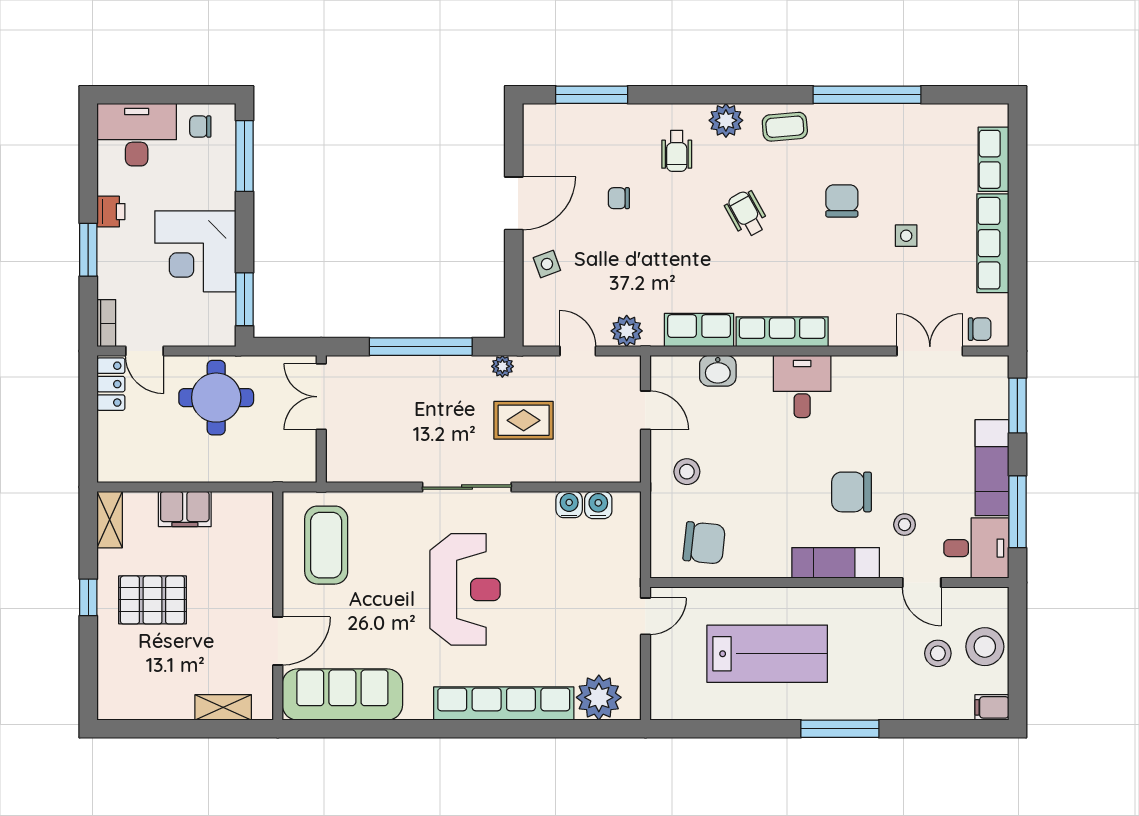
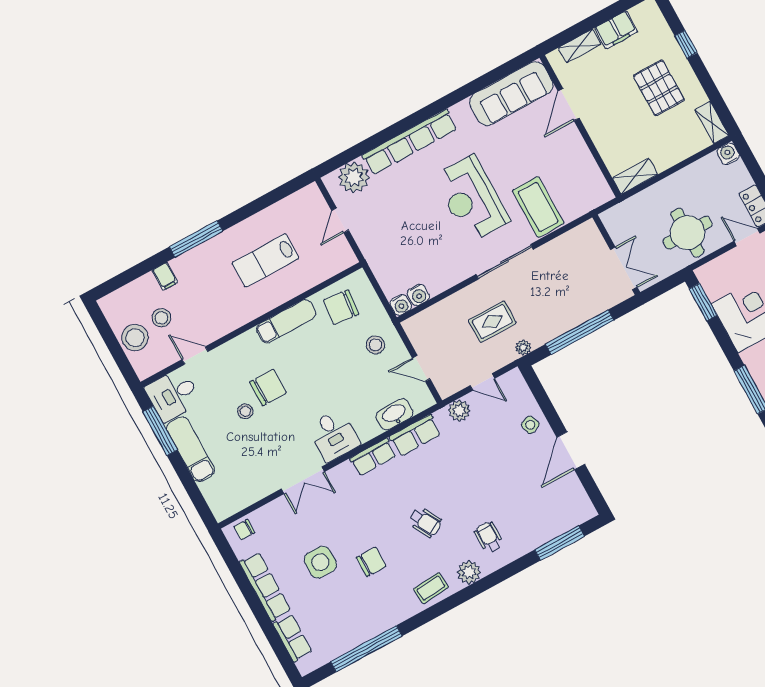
window: (867, 95) -> (366, 649), moved
chair: (619, 198) -> (508, 489), removed
chair: (842, 201) -> (371, 562), turned -90
side table: (906, 236) -> (320, 562), width x1.87, depth x1.87
row of seats: (782, 332) -> (373, 457), width x0.68
double door: (930, 351) -> (303, 480), moved
washbasin: (718, 371) -> (395, 414), width x1.38
window: (1017, 406) -> (196, 496), removed
water cooler: (111, 469) -> (728, 154), added
shelving: (243, 505) -> (635, 176), added
water cooler: (569, 505) -> (401, 305), moved
filing cabinet: (185, 509) -> (616, 30), moved, turned 180
stool: (905, 525) -> (245, 411), moved
coffee table: (326, 545) -> (538, 207), moved
exam couch: (836, 563) -> (286, 321), moved
window: (88, 597) -> (686, 44), moved
pallet: (152, 600) -> (659, 88), turned 90
door: (645, 616) -> (340, 220), moved
lab bench: (767, 654) -> (266, 260), width x0.73, depth x0.72
filing cabinet: (992, 707) -> (165, 276), moved, turned 90

